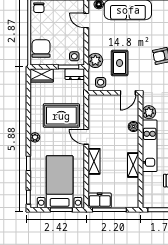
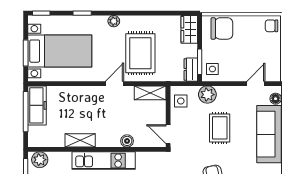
rug: (120, 63) -> (220, 128), moved, turned 90
plant: (149, 112) -> (40, 160), moved
shelving: (94, 161) -> (150, 93), moved
freezer: (100, 200) -> (37, 105), width x1.40

